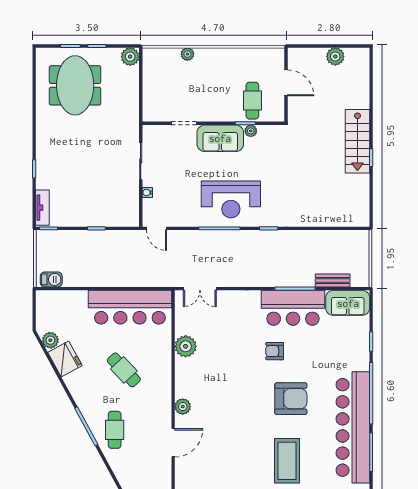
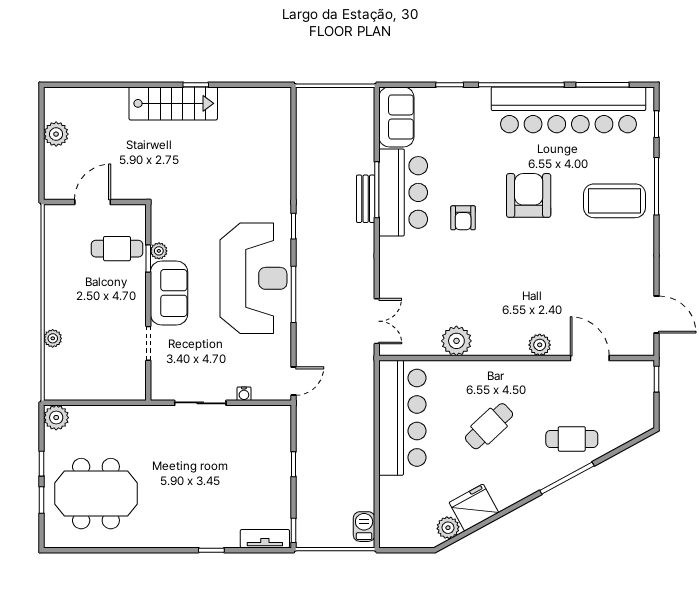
reception desk: (231, 199) -> (254, 278), width x1.36, depth x1.30
bench: (333, 281) -> (366, 199), moved

